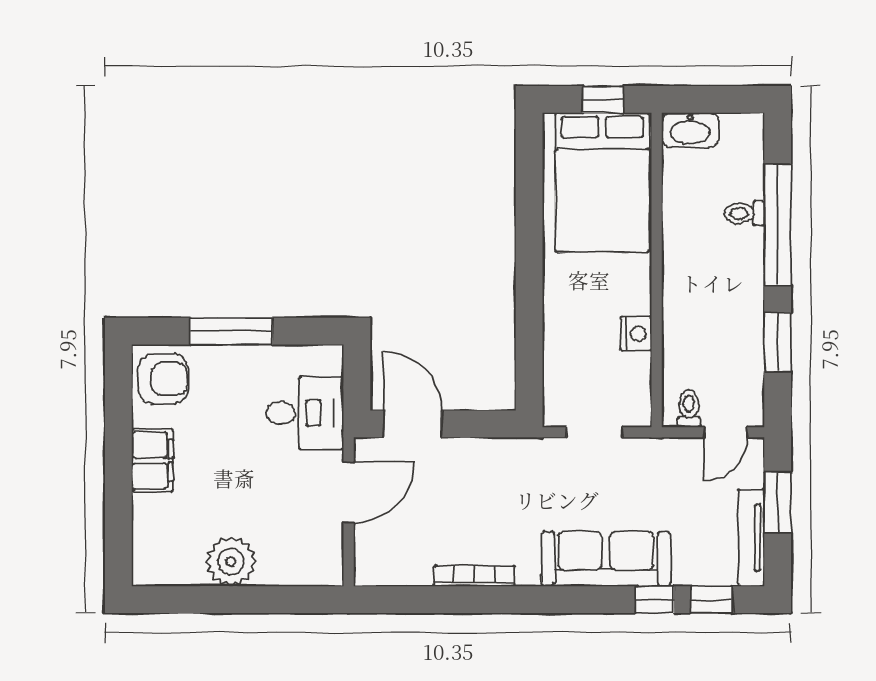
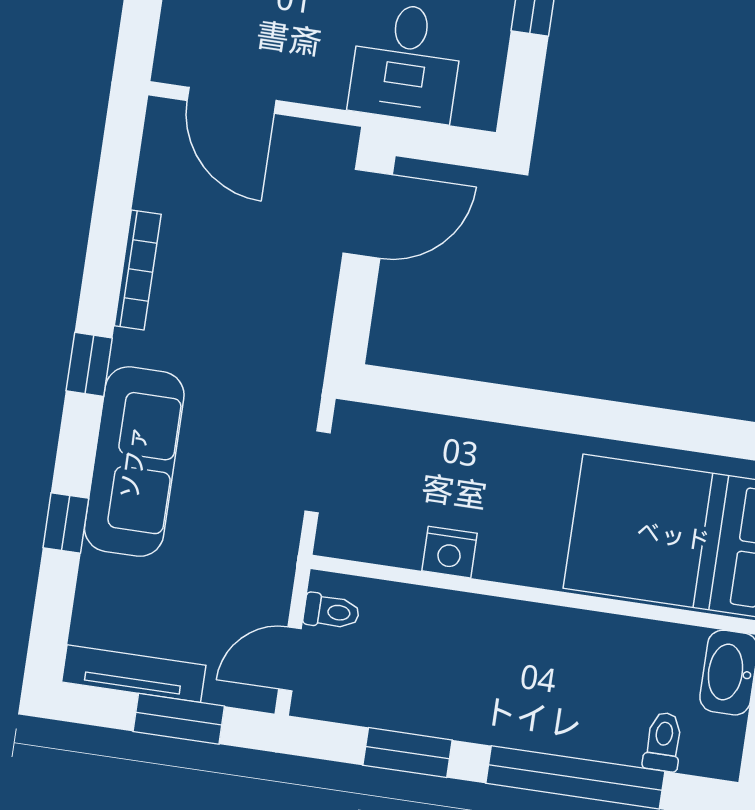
toilet: (744, 213) -> (663, 742), moved
door: (725, 432) -> (290, 659), hinge flipped
door: (349, 493) -> (232, 100), moved
window: (711, 600) -> (89, 364), moved

